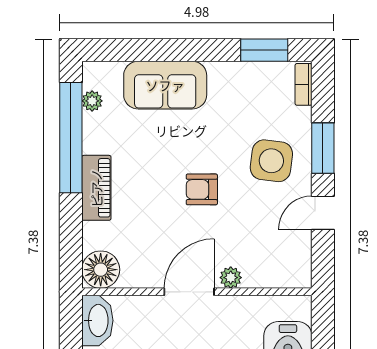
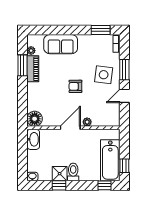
window: (71, 138) -> (22, 65), width x0.47
piano: (96, 188) -> (33, 69), moved

